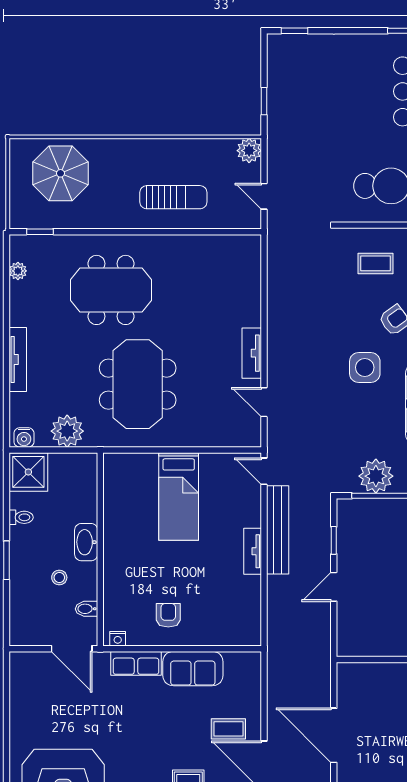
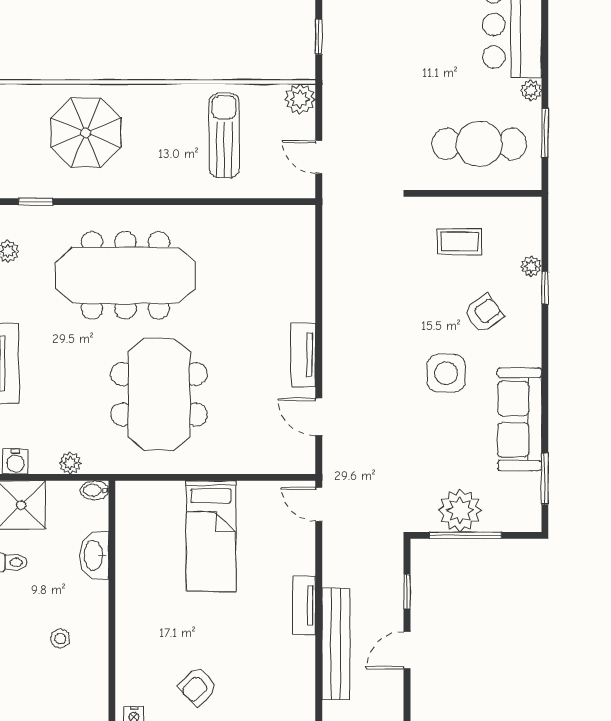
parasol: (60, 173) -> (86, 133), moved
sun lounger: (173, 197) -> (224, 136), moved, turned -90
meeting table: (111, 290) -> (125, 275), width x1.36
plant: (67, 431) -> (70, 463), width x0.53, depth x0.53
bench: (278, 530) -> (336, 644), moved
washbasin: (86, 542) -> (94, 555), moved
bidet: (87, 609) -> (95, 490), moved
armchair: (168, 615) -> (198, 686), turned -133

